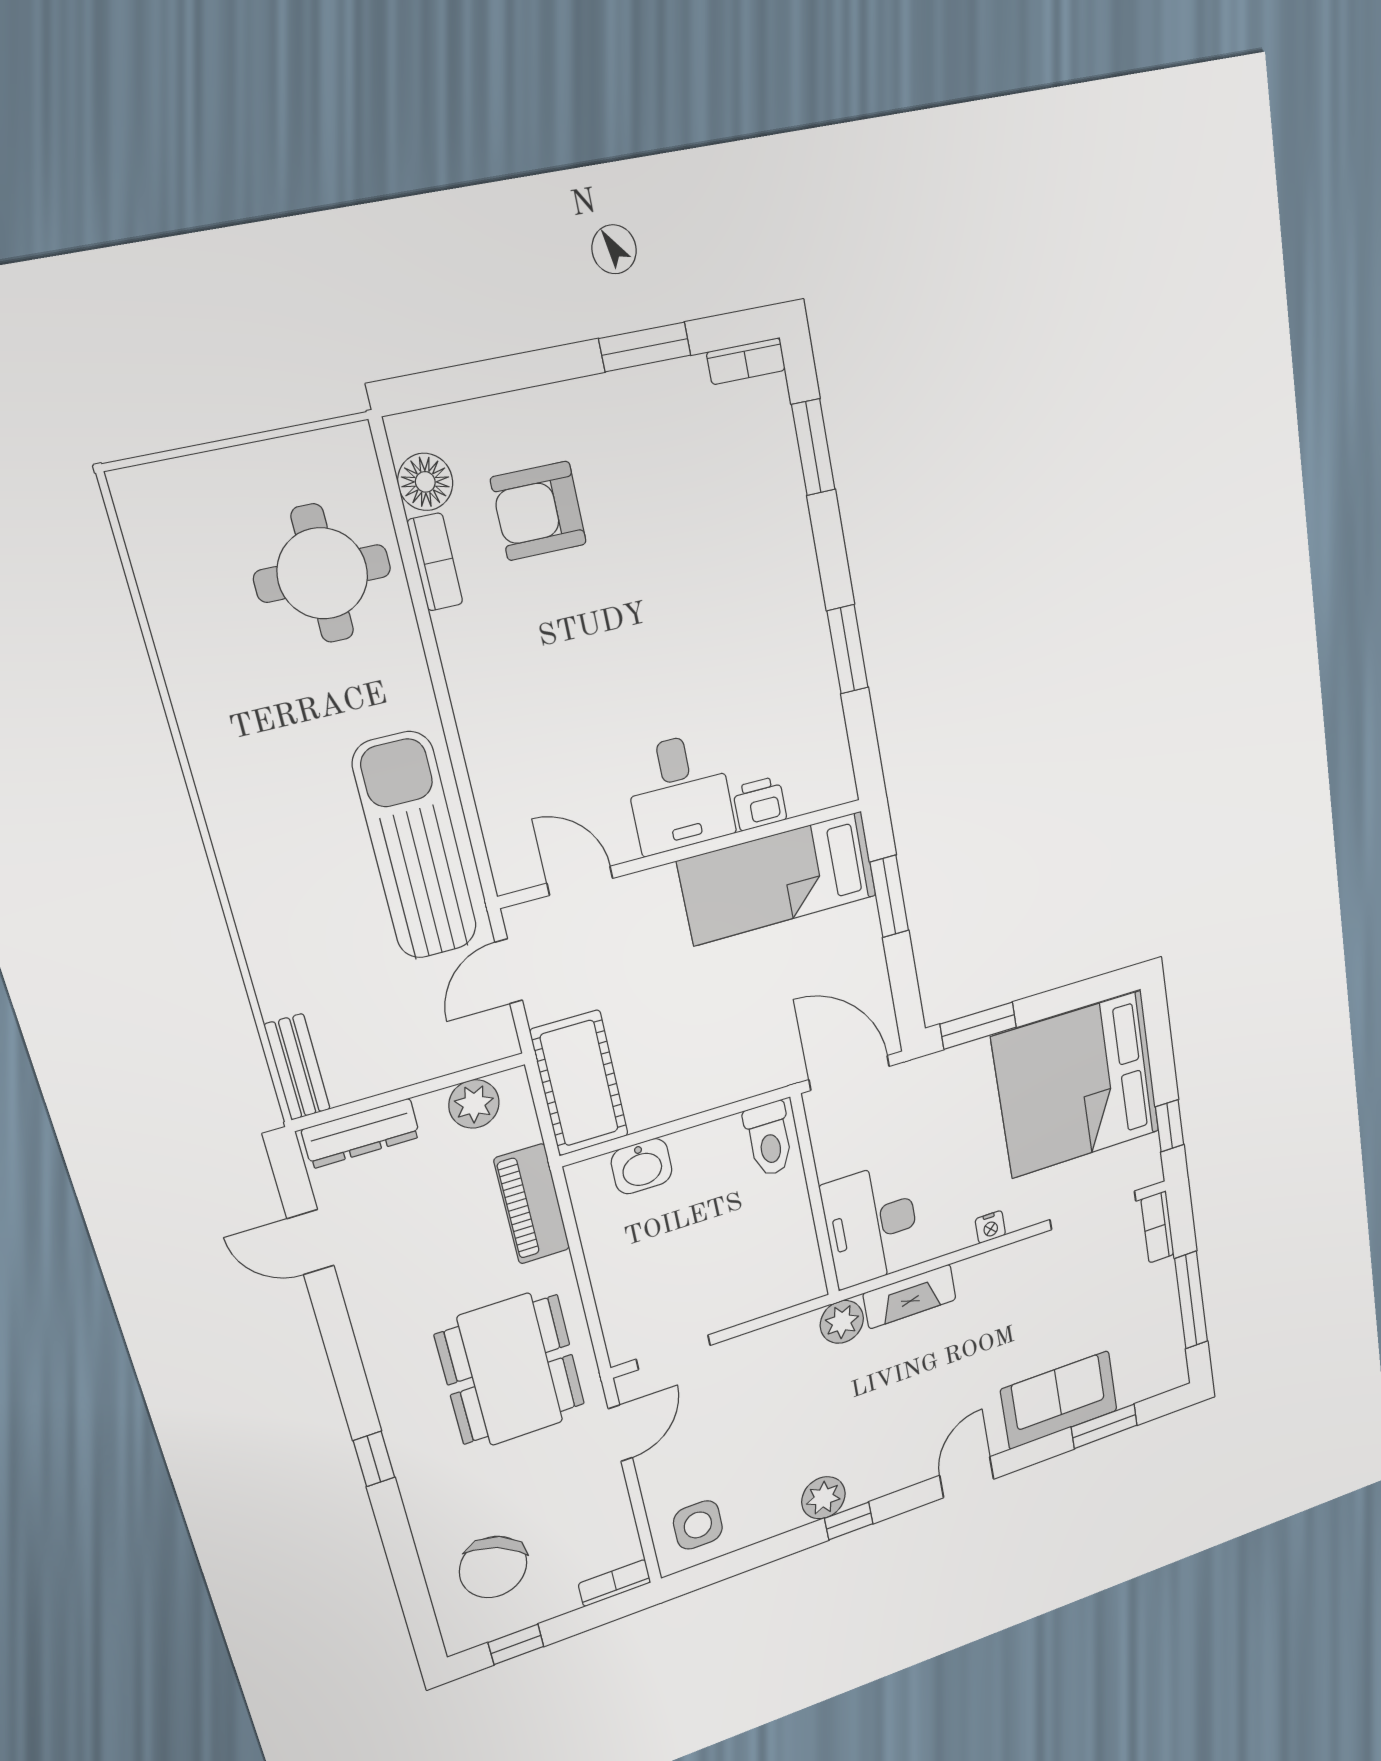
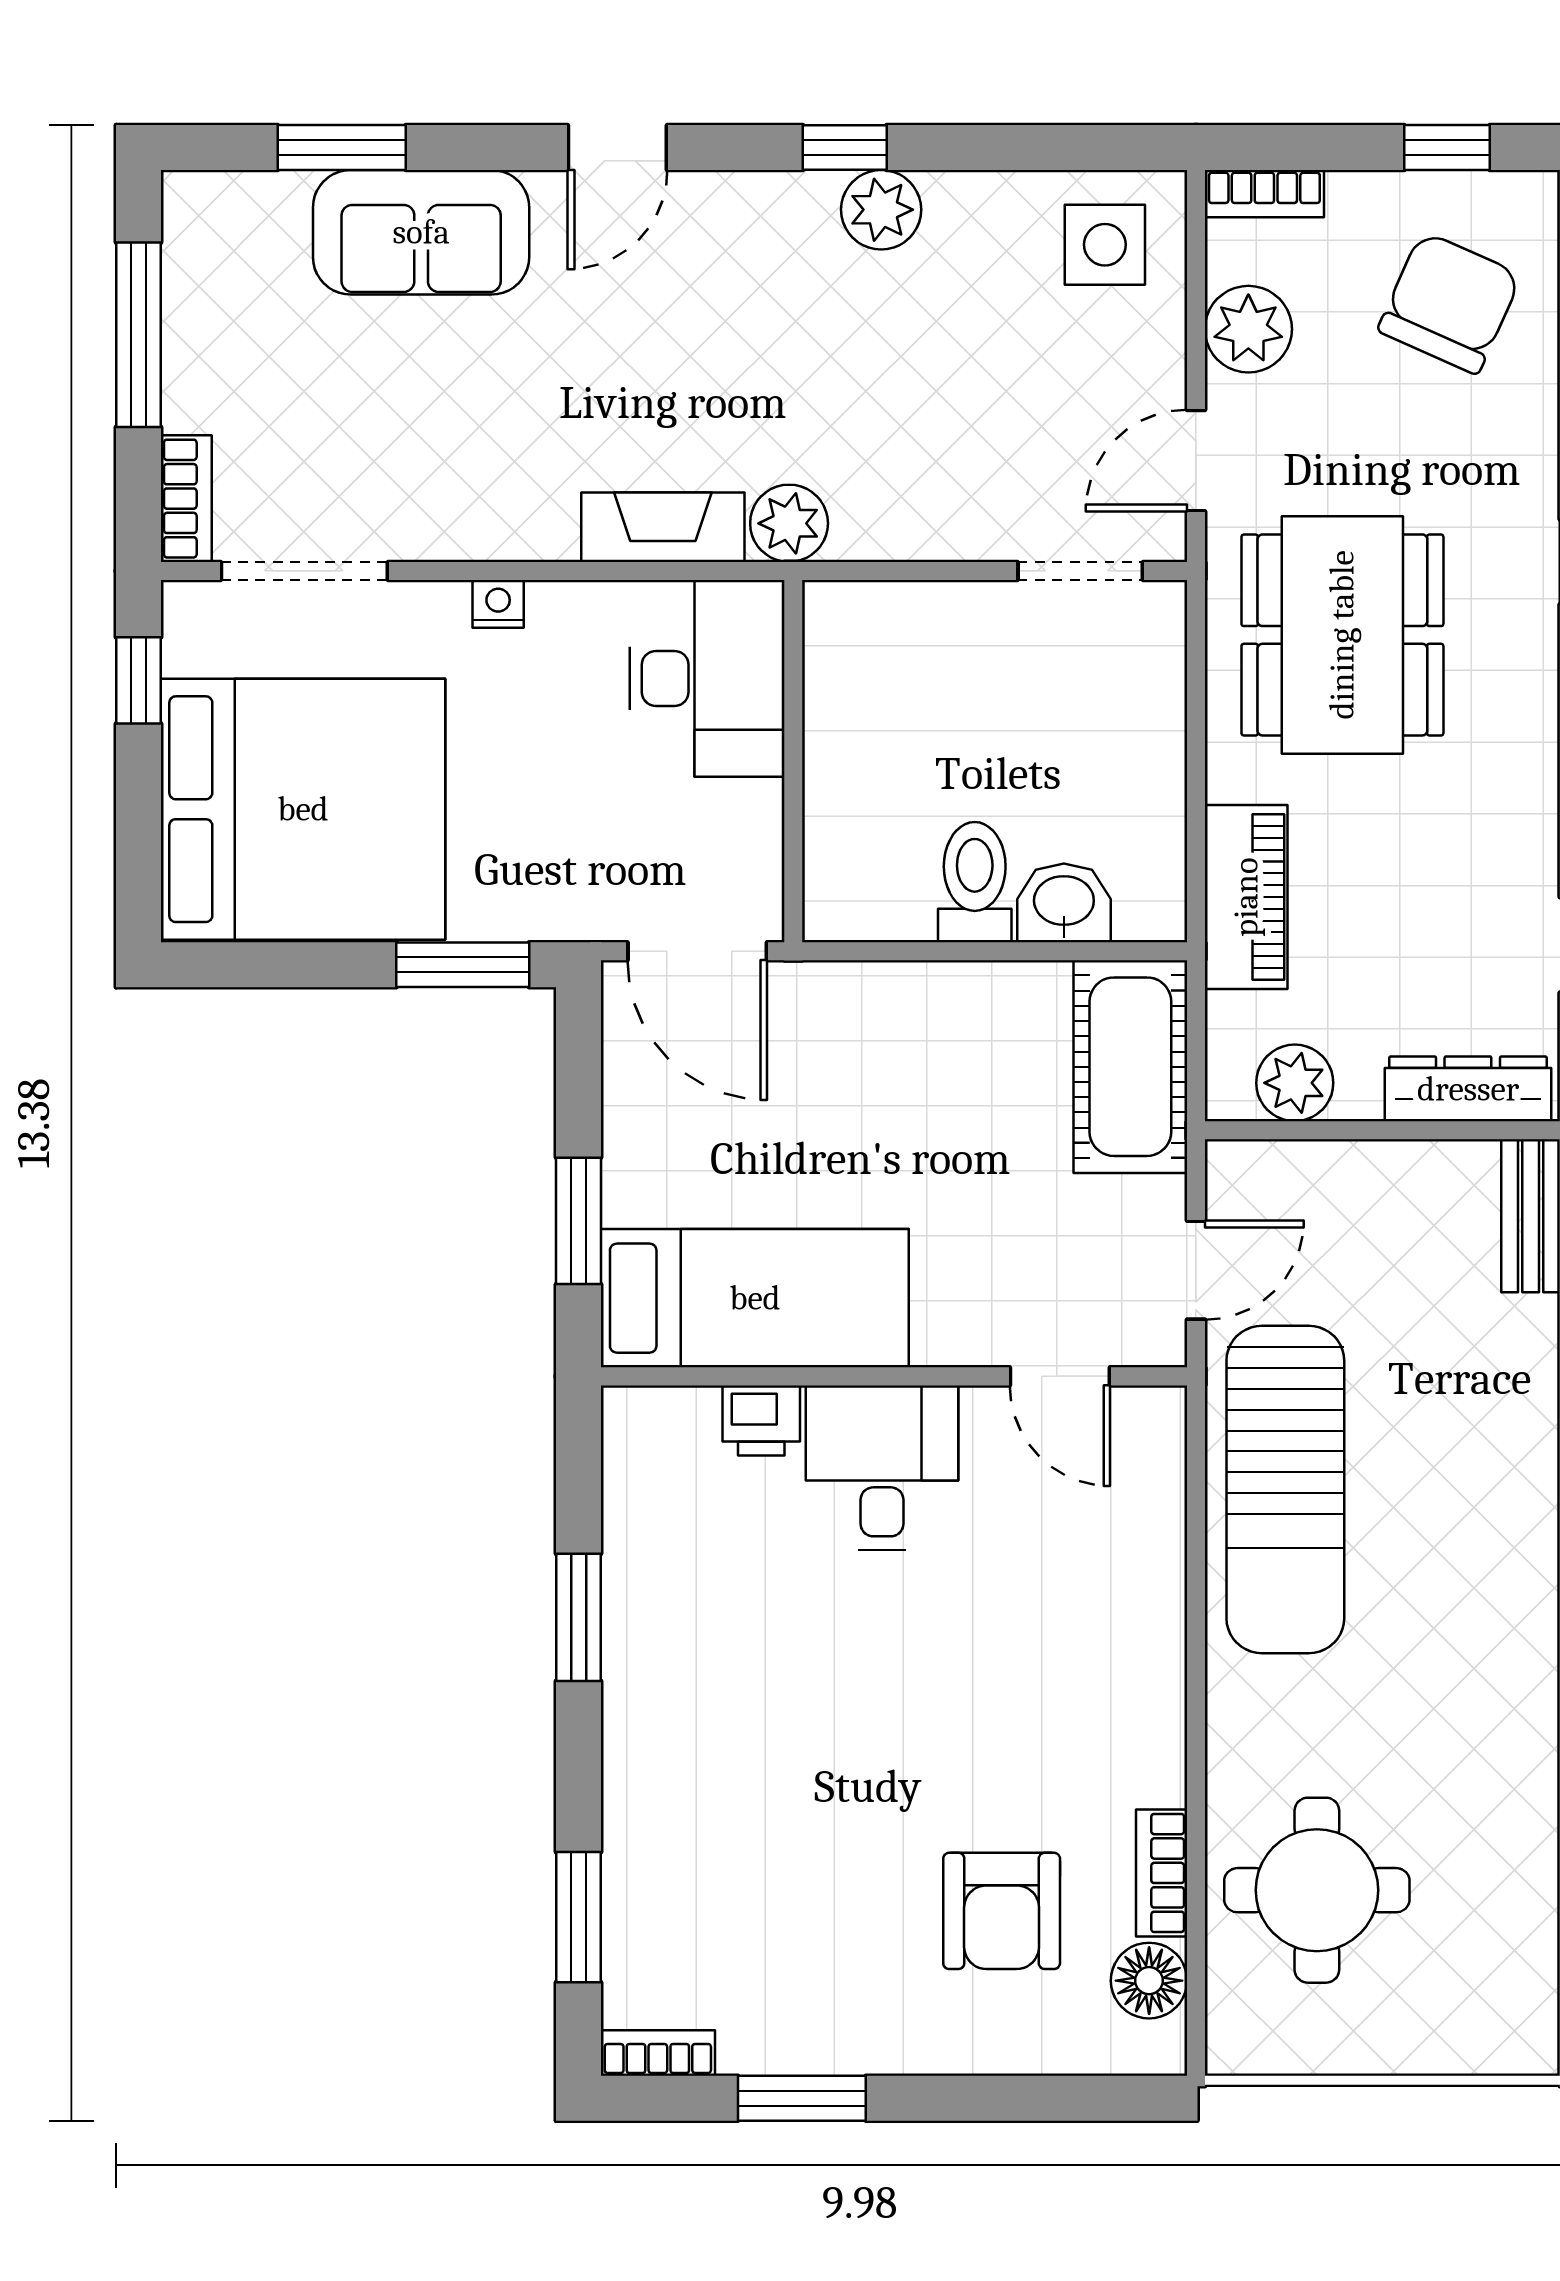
armchair: (539, 511) -> (1002, 1911), turned 90
toilet: (769, 1139) -> (975, 882), moved
plant: (607, 1512) -> (1248, 329), added

